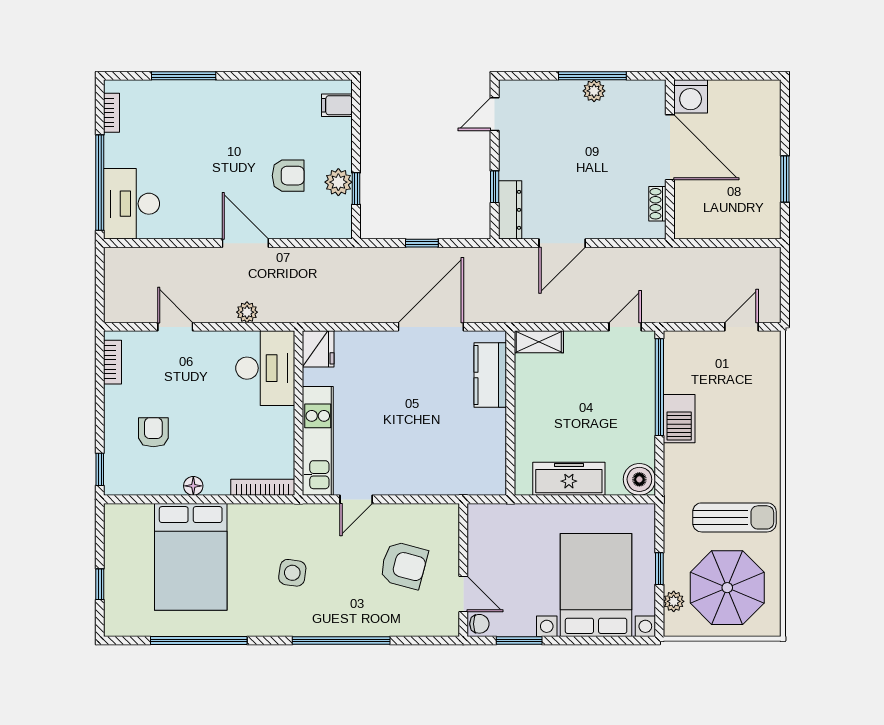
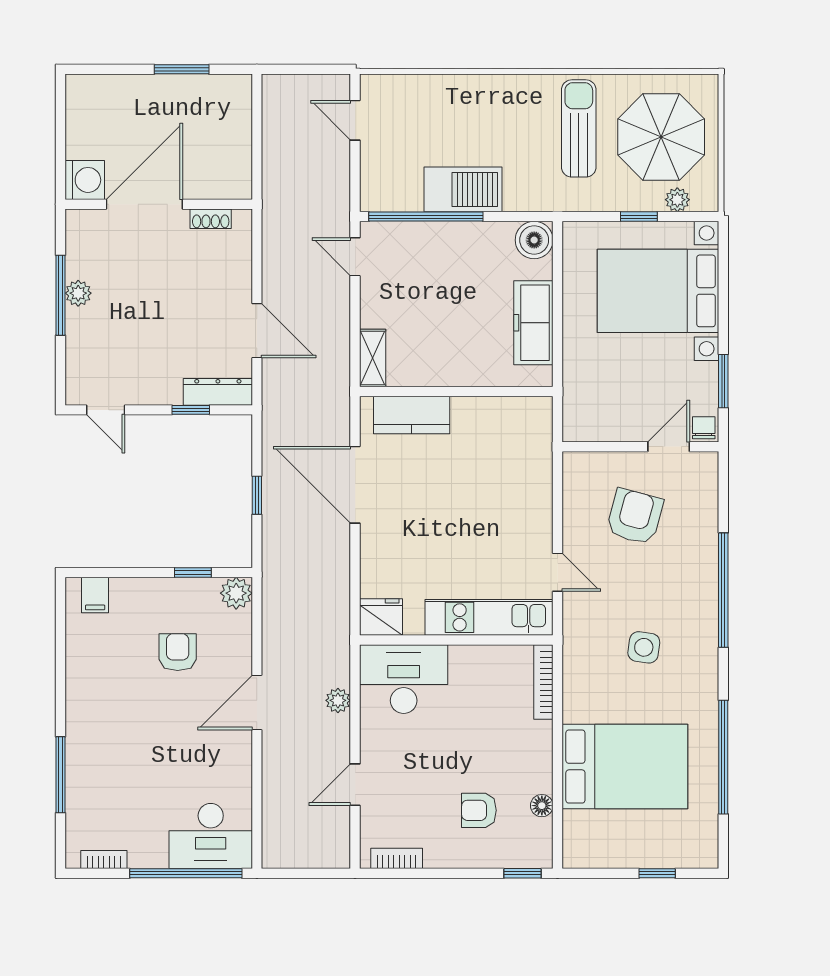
plant: (338, 182) -> (236, 593), moved
barbecue: (679, 419) -> (463, 189), width x1.37, depth x1.21
floor lamp: (193, 486) -> (542, 806), moved

